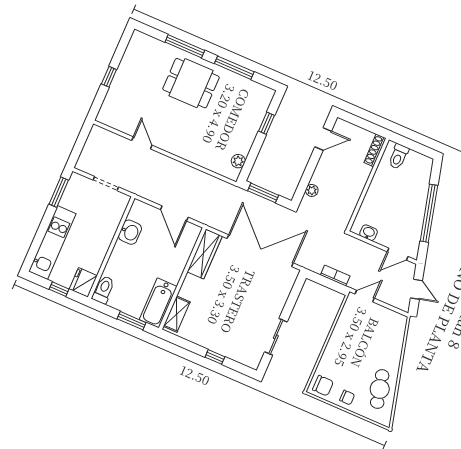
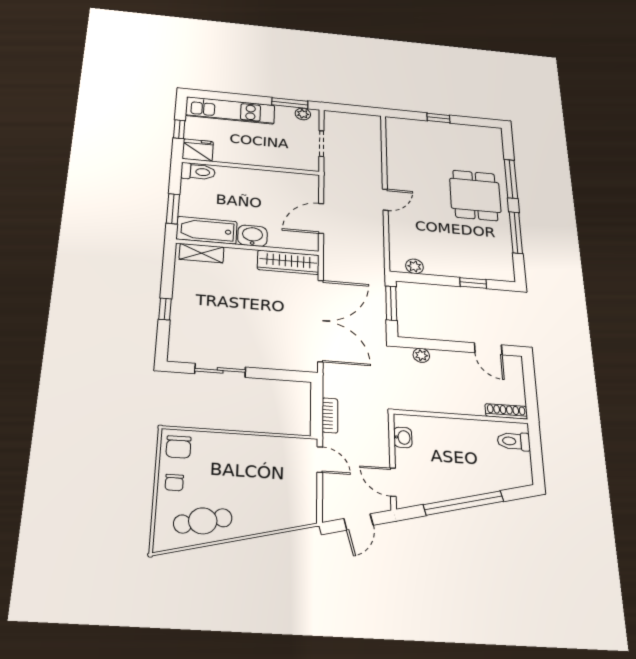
door: (142, 143) -> (385, 200), moved
plant: (73, 186) -> (303, 114), added
washbasin: (130, 232) -> (252, 236), moved, turned 180

